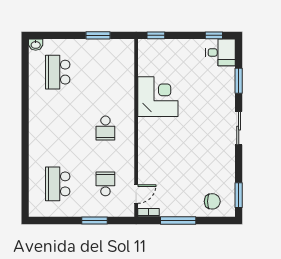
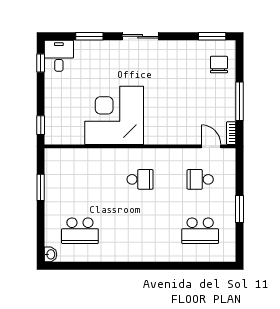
corner desk: (158, 97) -> (114, 115), width x1.36, depth x1.36
window: (95, 221) -> (240, 209), moved

